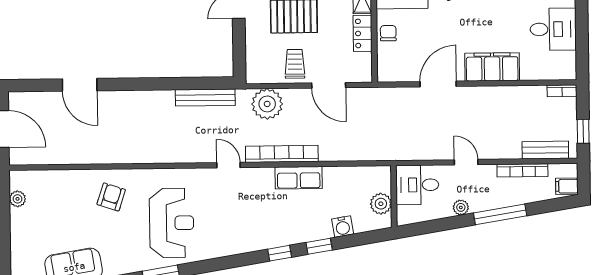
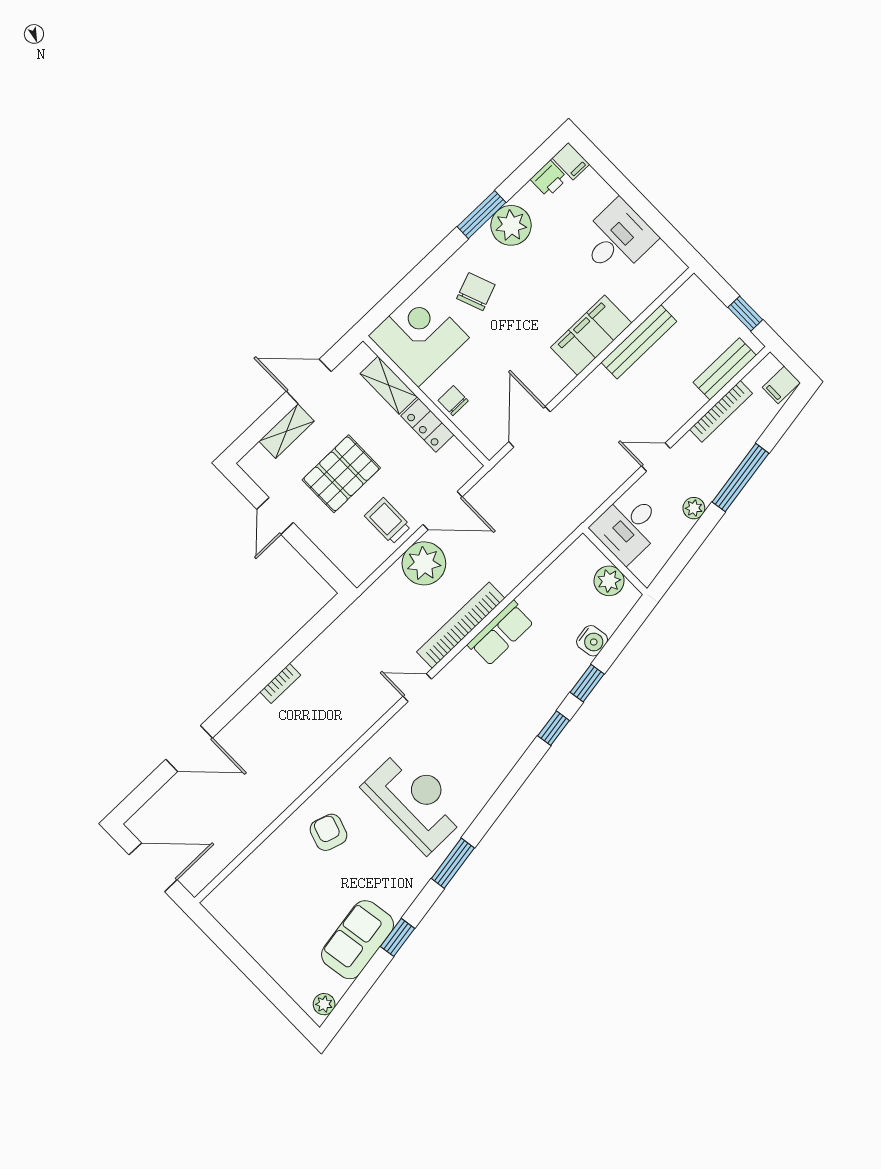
door: (438, 84) -> (529, 427), moved
bookcase: (562, 91) -> (280, 683), moved
bench: (205, 98) -> (639, 342), moved
plant: (267, 104) -> (424, 563), moved
plant: (18, 199) -> (235, 924), removed

